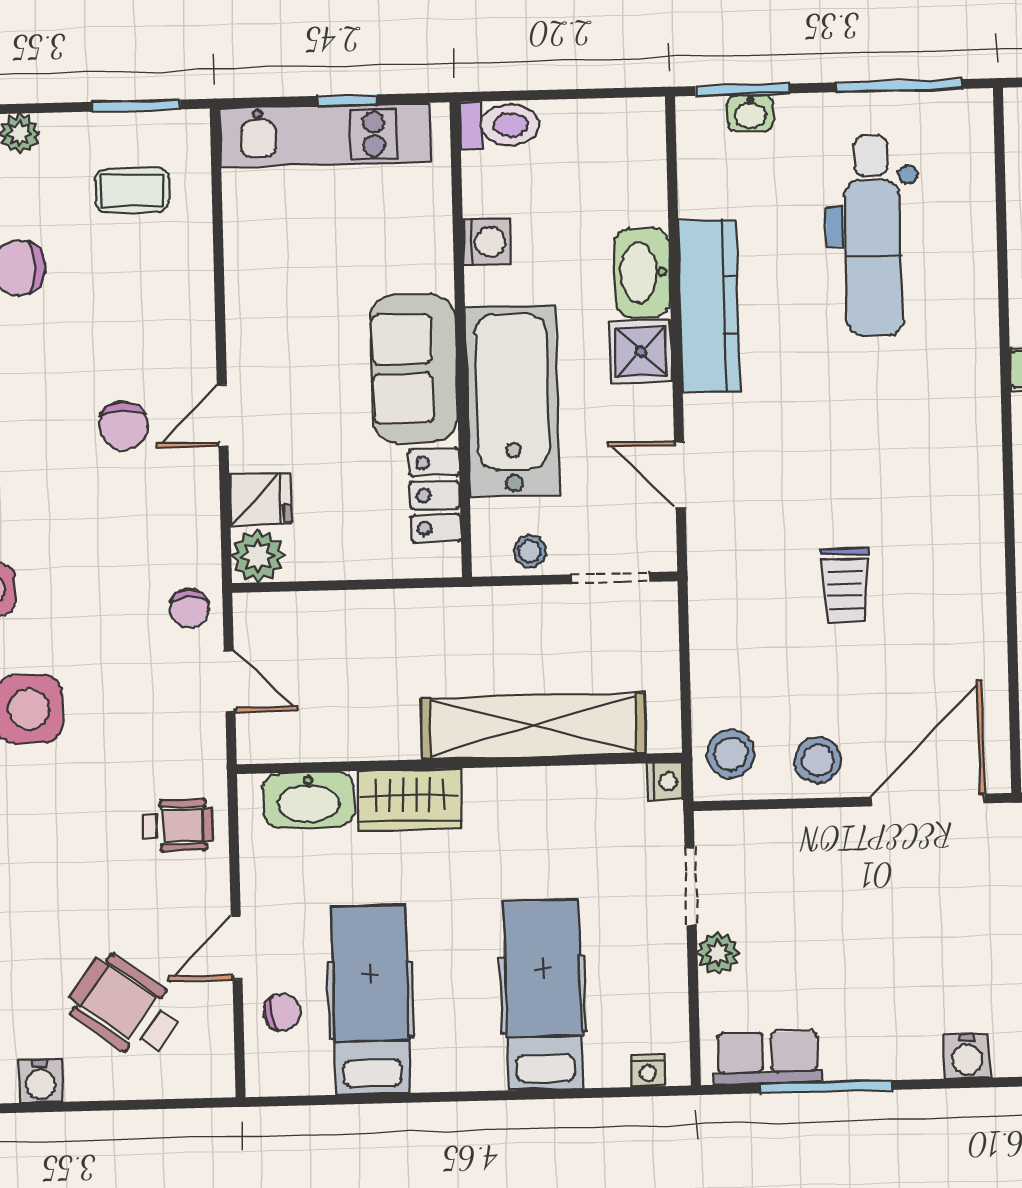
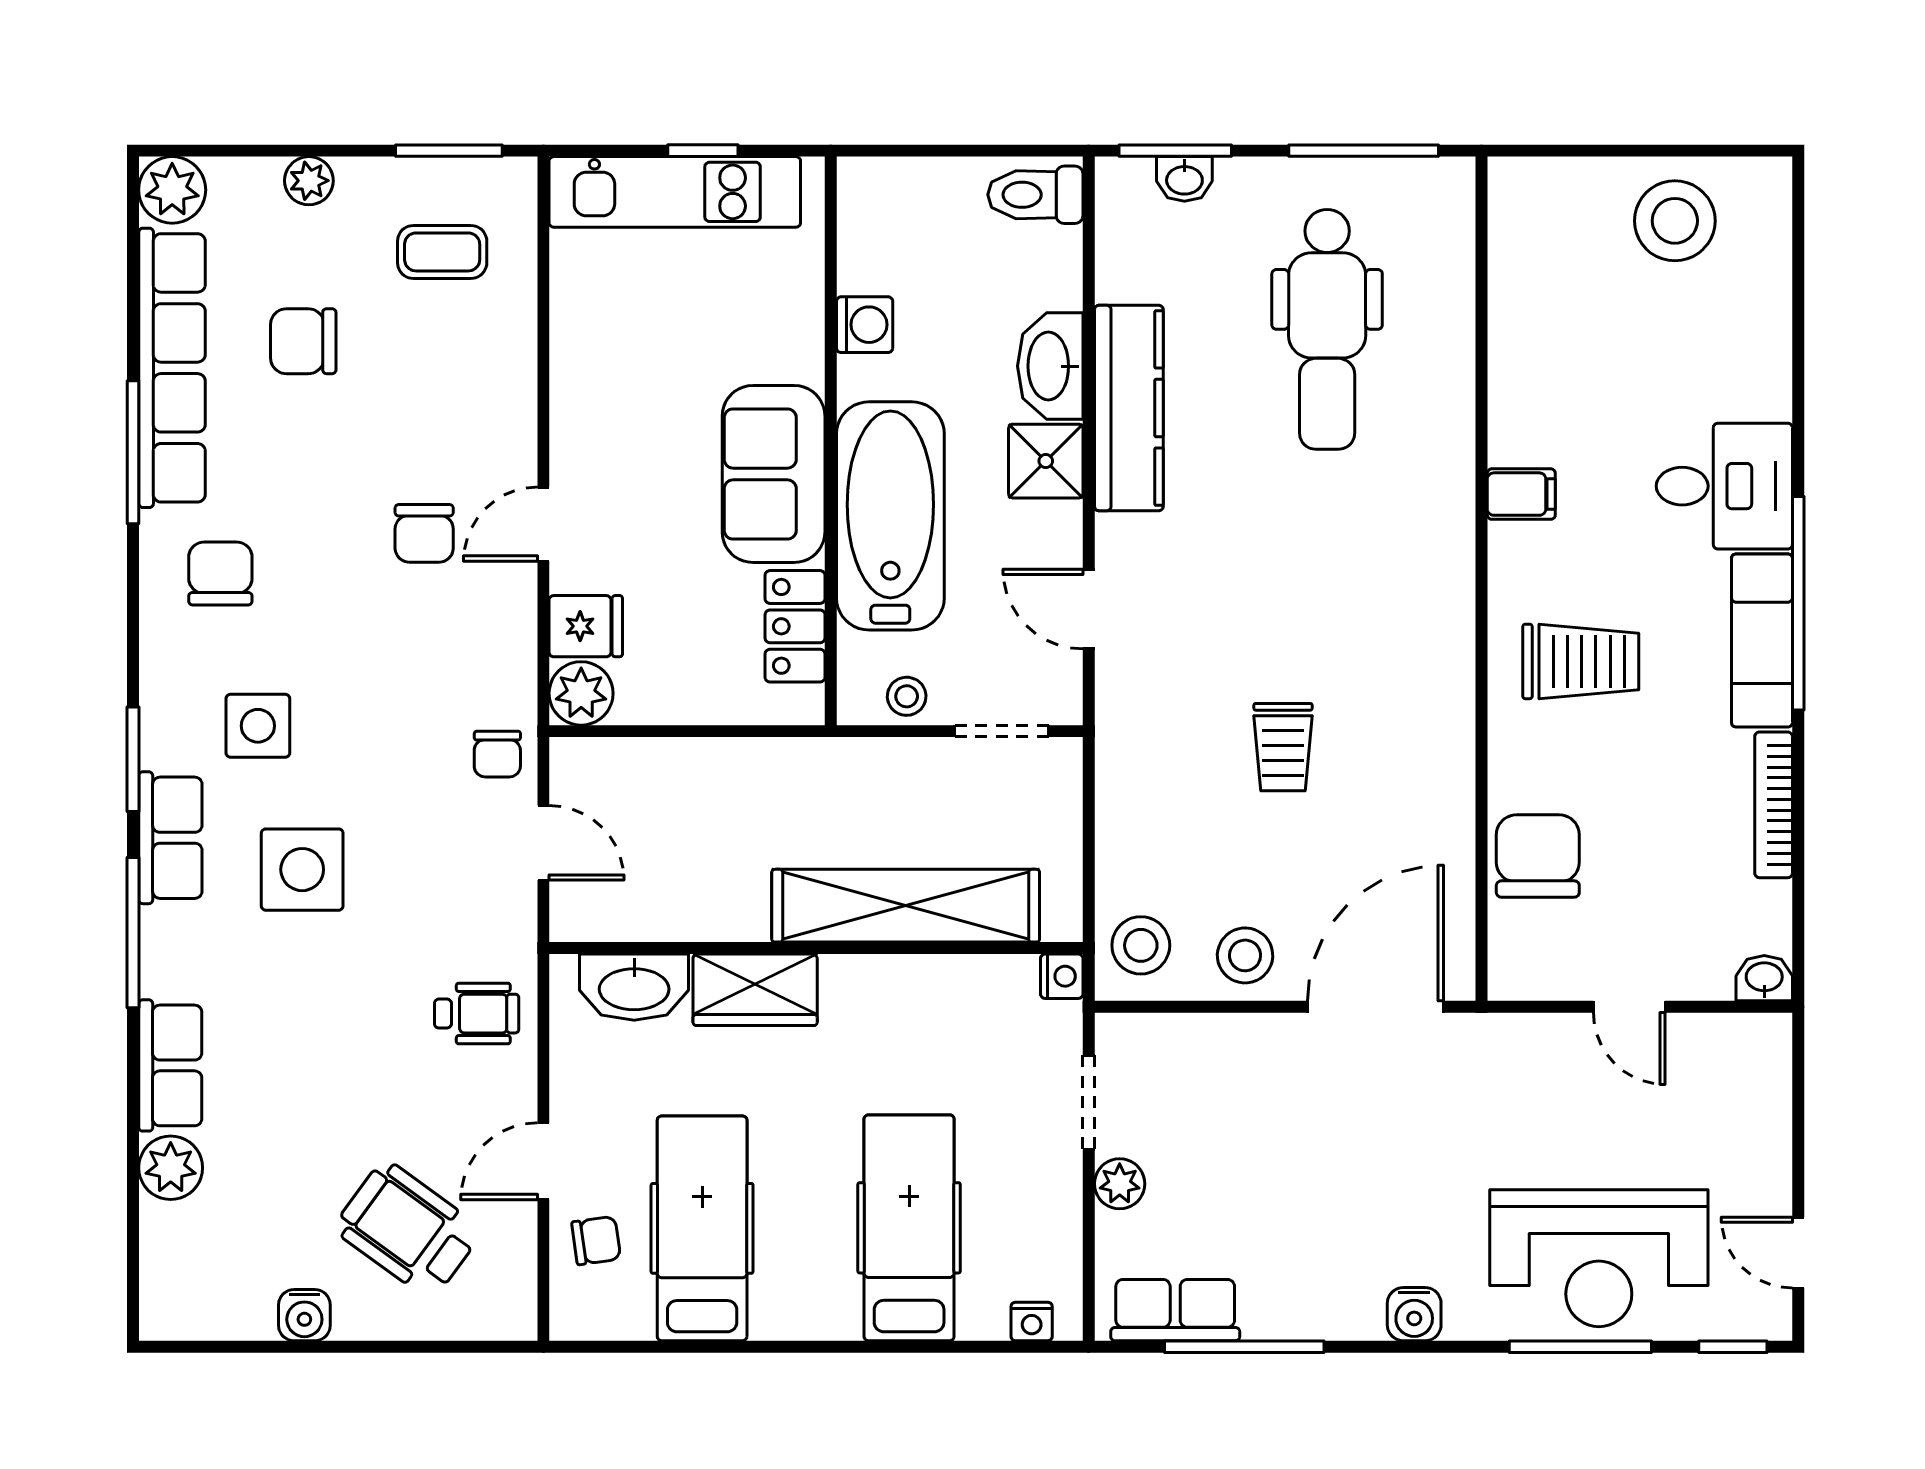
toilet: (500, 125) -> (1035, 195), moved, turned 180

